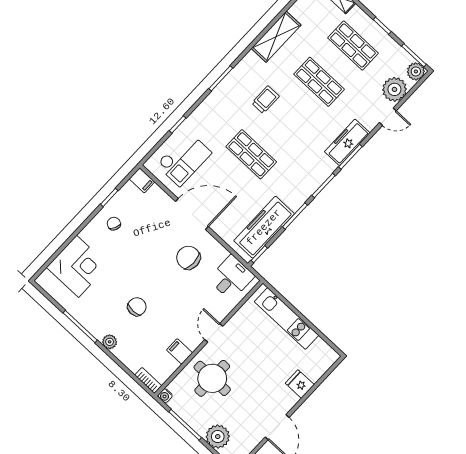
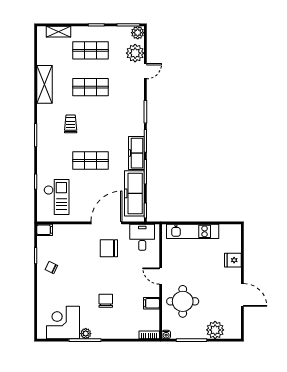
freezer: (347, 142) -> (136, 153), moved
door: (192, 214) -> (106, 223), moved
corner desk: (78, 266) -> (63, 322), moved, turned -90
plant: (110, 342) -> (86, 334), moved

